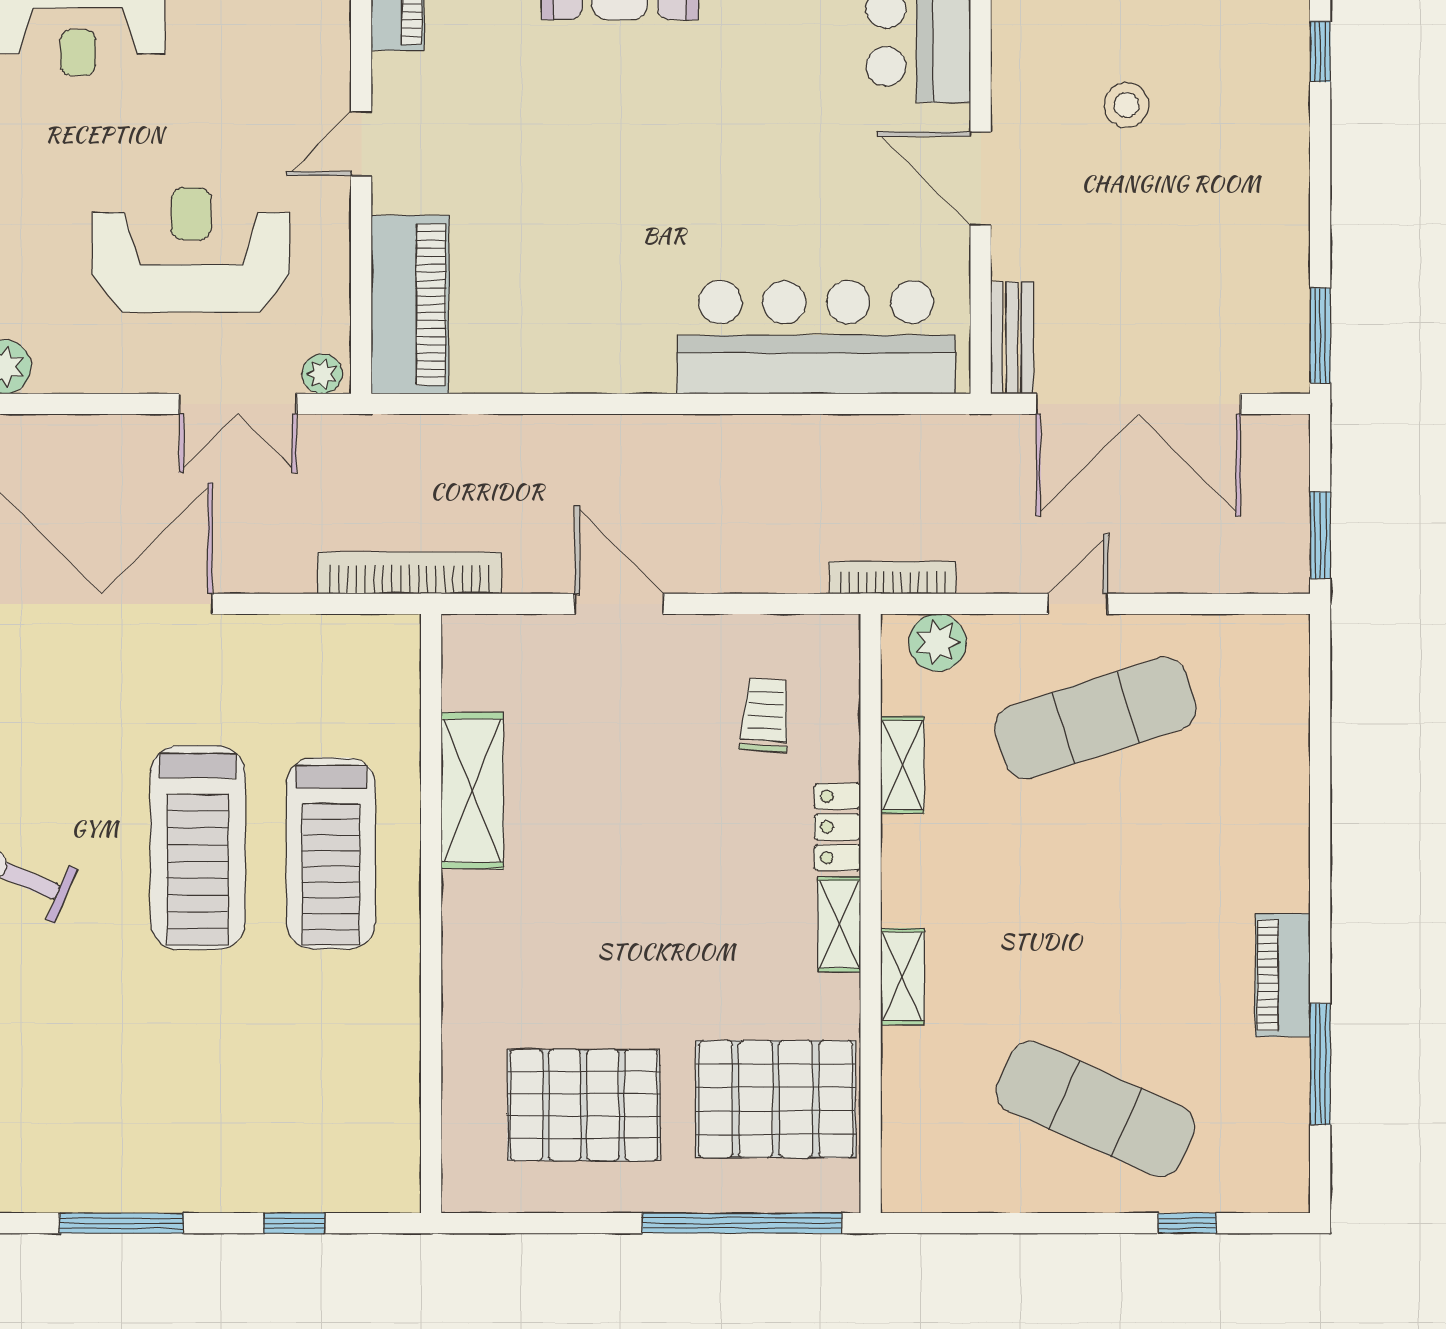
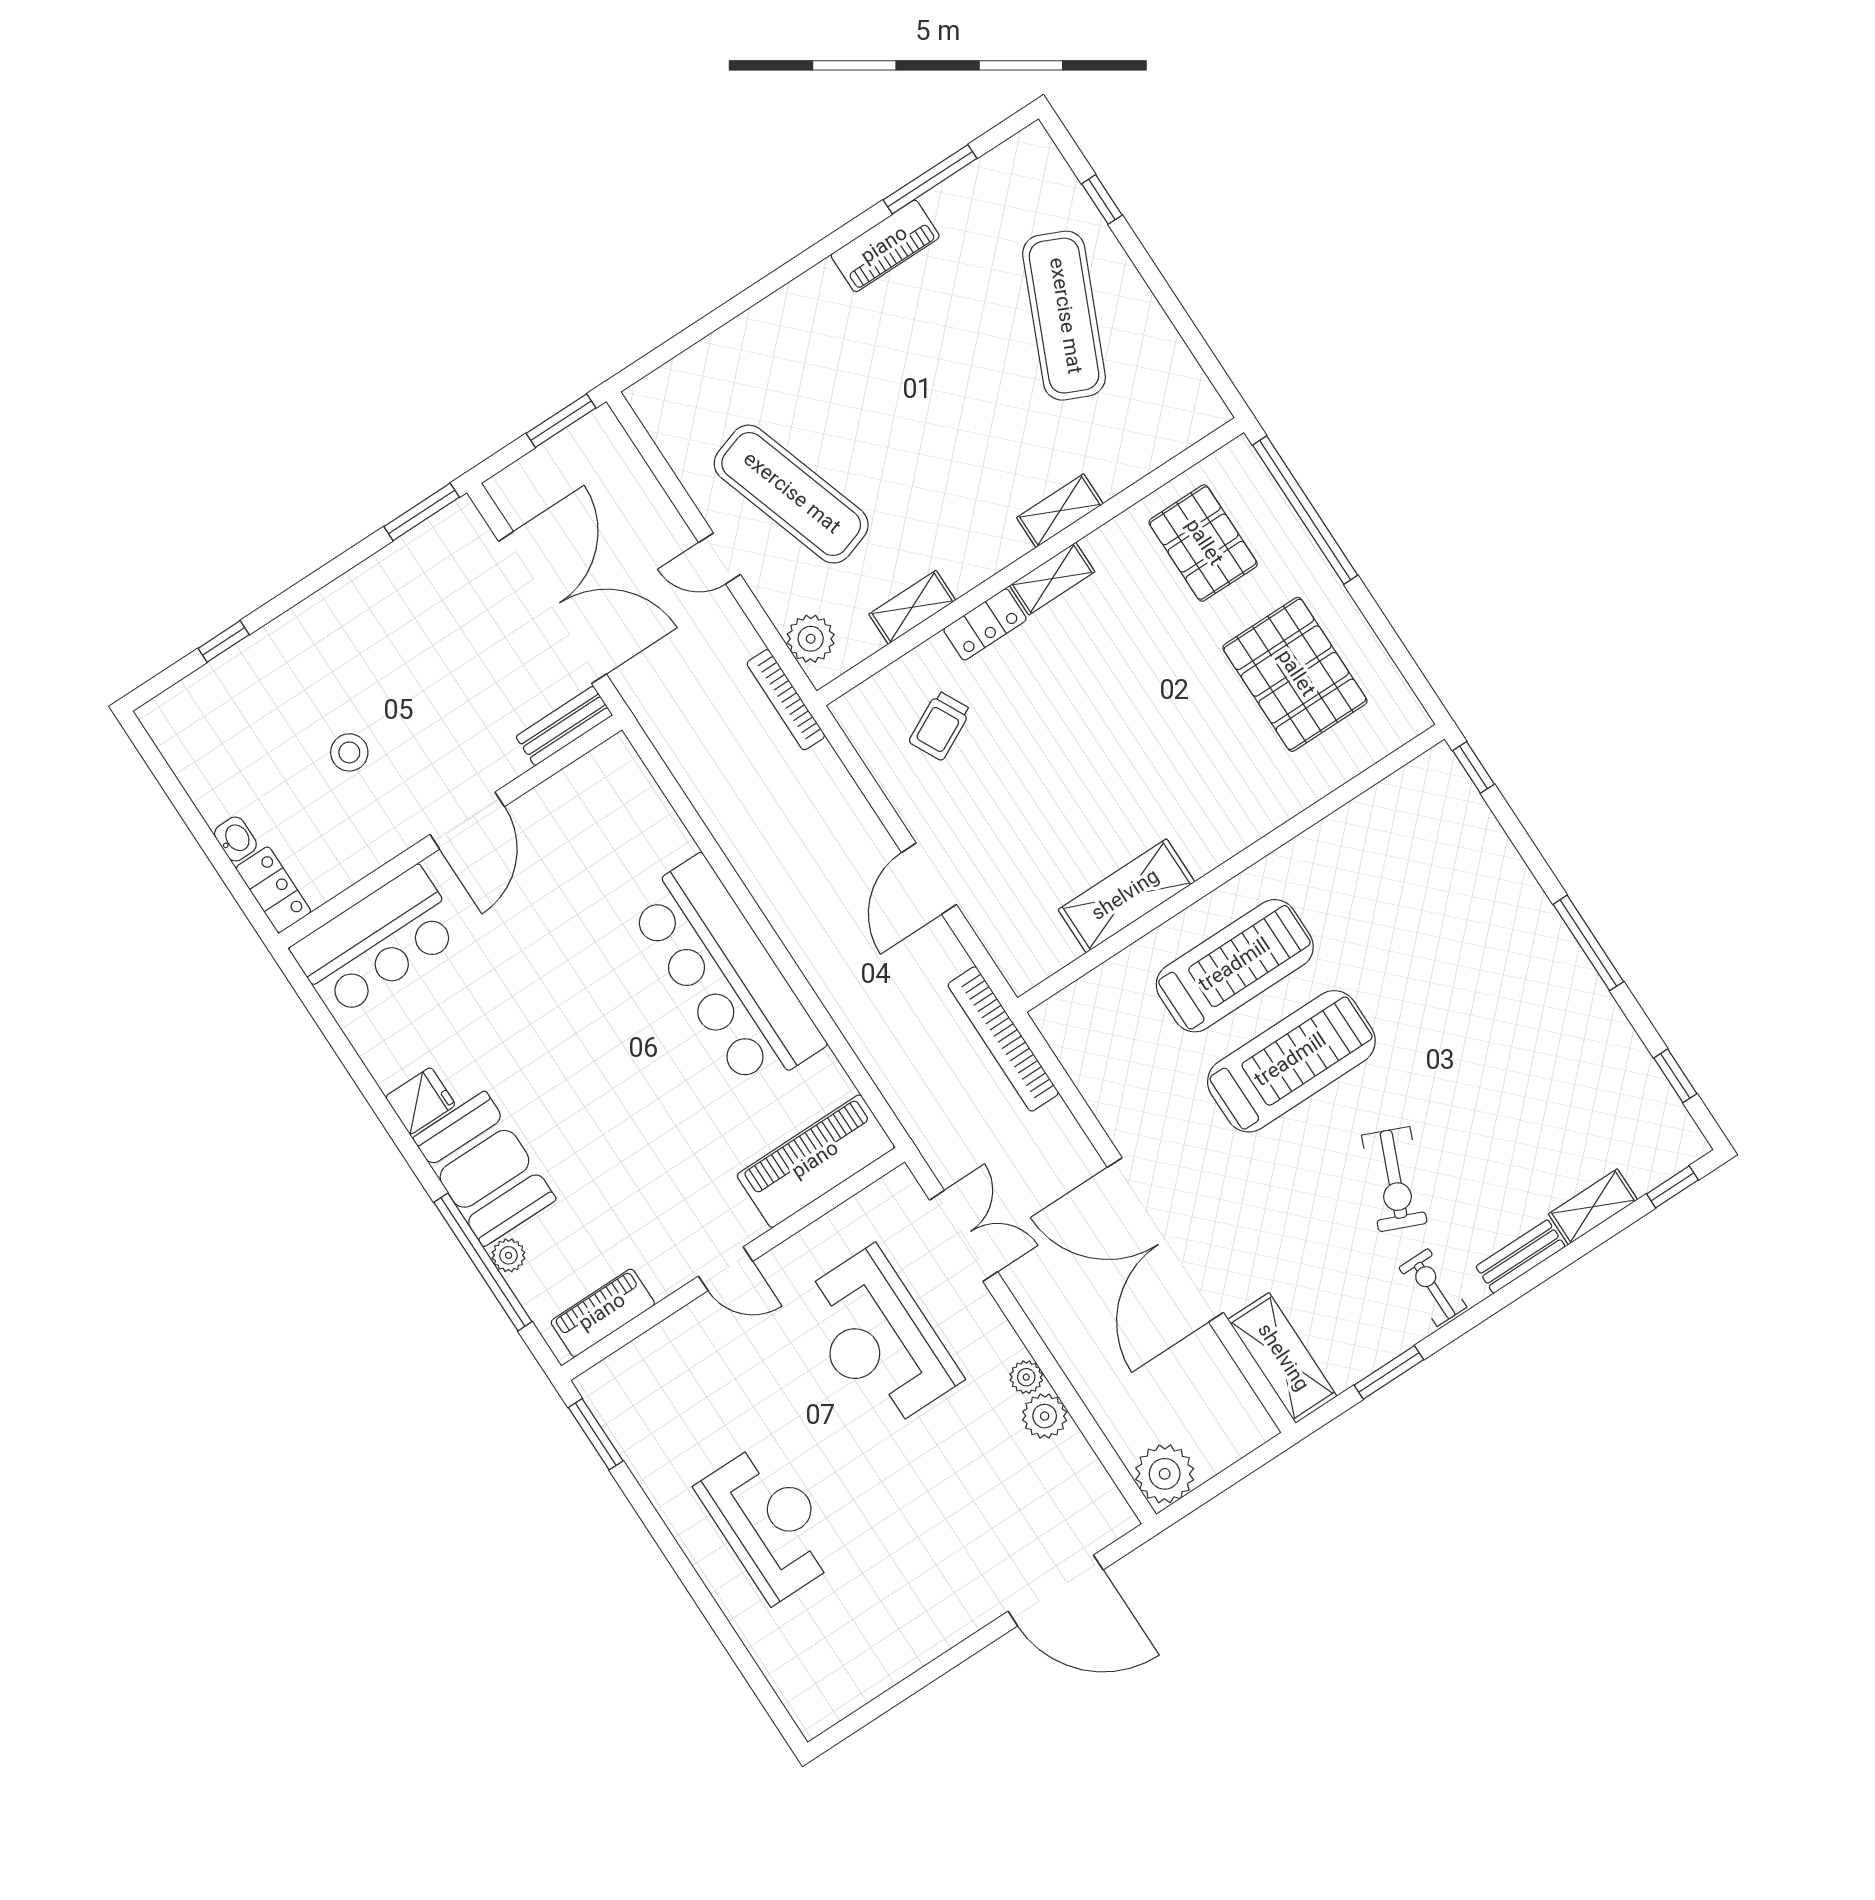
bar counter: (816, 337) -> (726, 974), moved
plant: (322, 374) -> (1026, 1377), moved
trolley: (765, 715) -> (940, 726), turned -31
pallet: (776, 1099) -> (1203, 543), width x0.73, depth x0.71
window: (294, 1223) -> (1473, 767), moved

